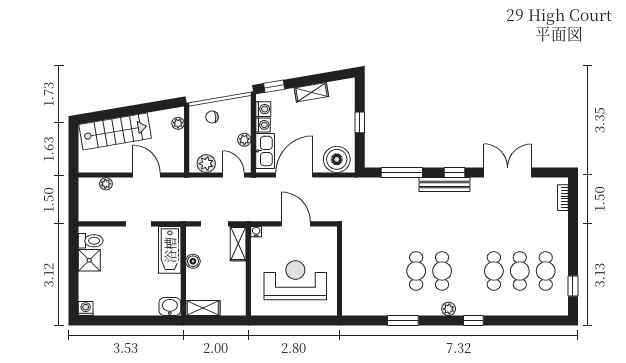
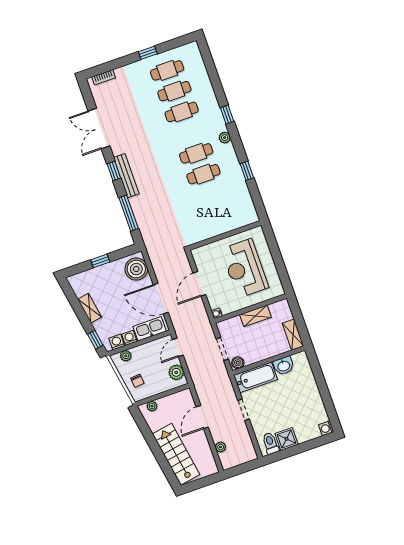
plant: (244, 140) -> (126, 356), moved
shelving: (238, 244) -> (255, 316), moved
boiler: (193, 261) -> (238, 363), moved
window: (573, 286) -> (148, 53), moved
washbasin: (170, 307) -> (284, 366), moved, turned -90
window: (403, 321) -> (247, 171), width x0.67

